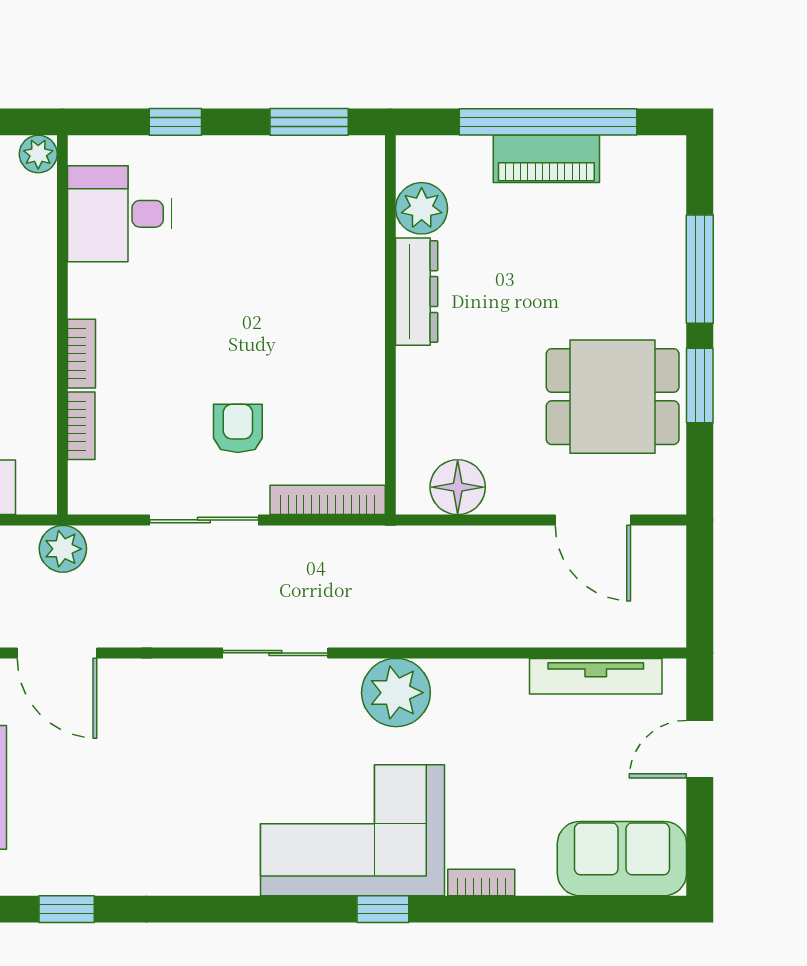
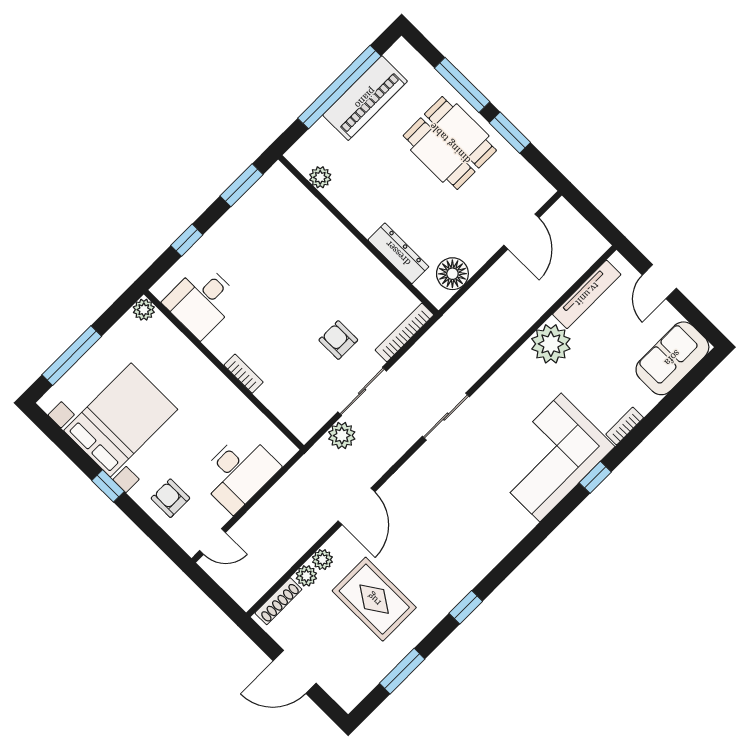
piano: (546, 159) -> (365, 98), width x1.37, depth x1.33
plant: (422, 208) -> (320, 177), width x0.73, depth x0.73
dresser: (417, 292) -> (398, 253), moved
dining table: (613, 397) -> (450, 143), moved, turned 90
bookcase: (81, 426) -> (273, 403), removed
door: (593, 520) -> (521, 232), hinge flipped
plant: (63, 549) -> (342, 436), moved
door: (57, 653) -> (356, 506), hinge flipped
plant: (396, 693) -> (551, 344), moved

